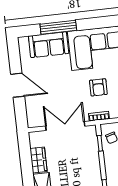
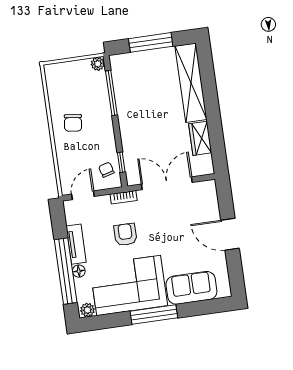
window: (58, 27) -> (154, 314), moved
double door: (65, 126) -> (167, 183), swing flipped

